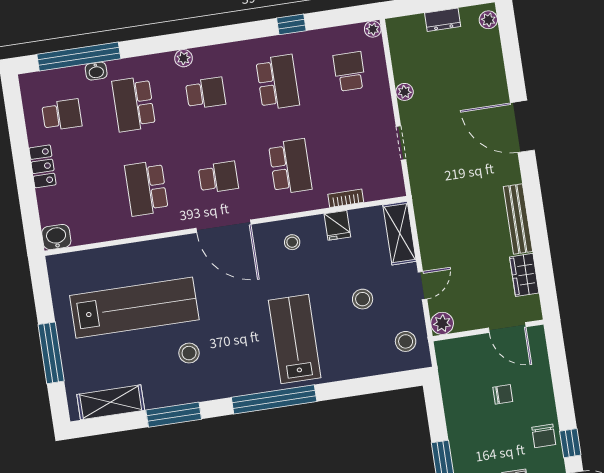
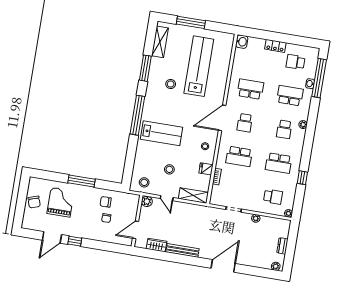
school desk: (62, 115) -> (295, 62), turned 90
lab bench: (134, 308) -> (199, 66), turned 180
chair: (544, 436) -> (106, 202), moved

